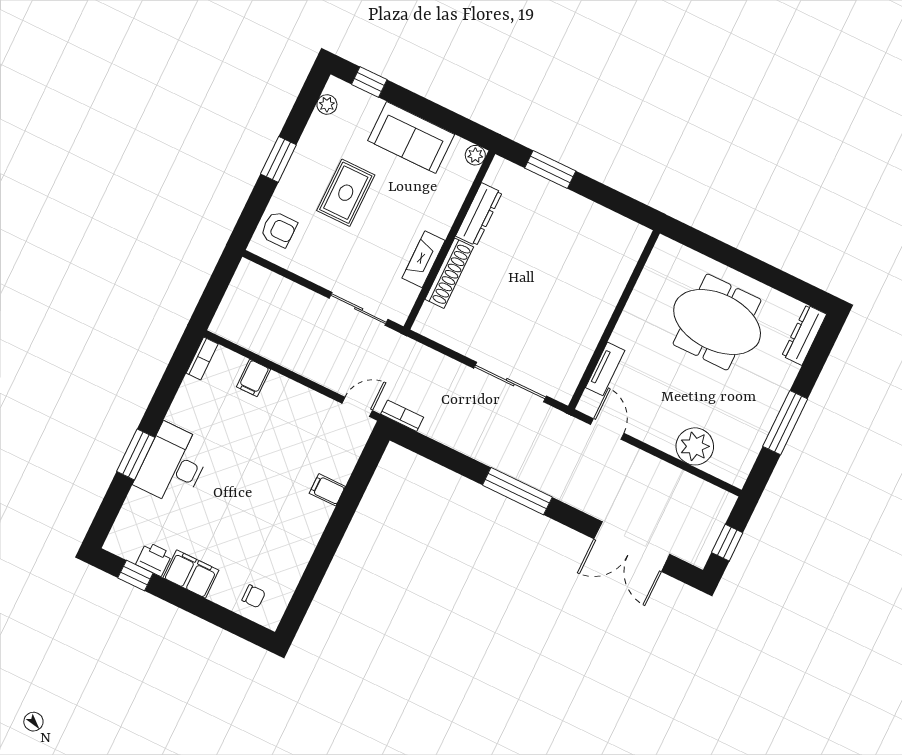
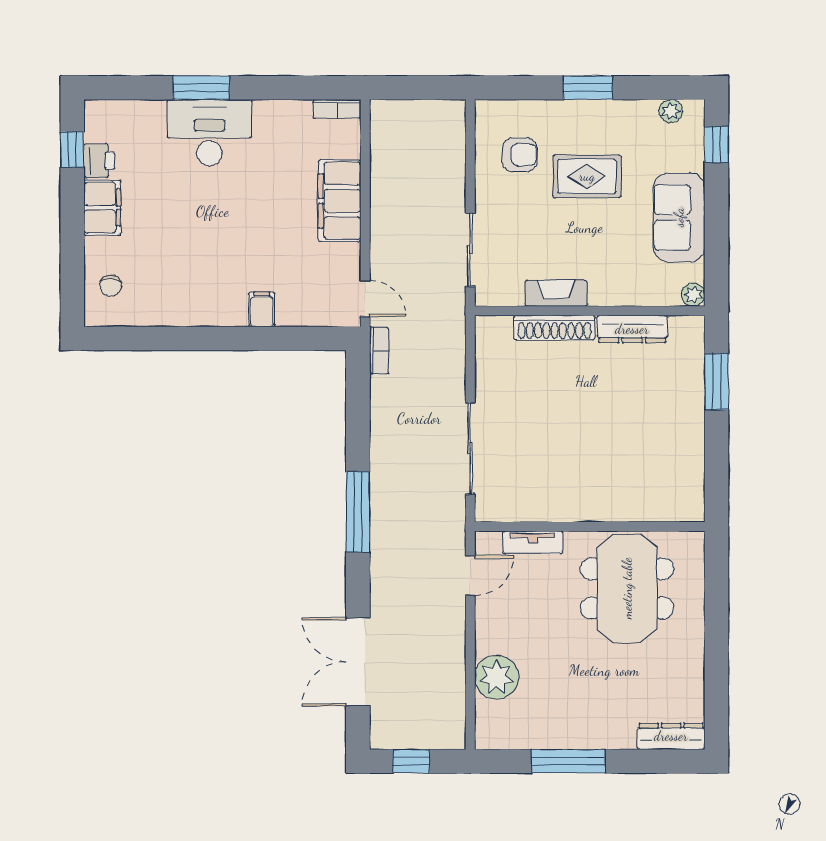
armchair: (279, 229) -> (520, 155), moved, turned -90
meeting table: (717, 322) -> (627, 588), moved
filing cabinet: (253, 378) -> (340, 201), width x3.00, depth x1.17

